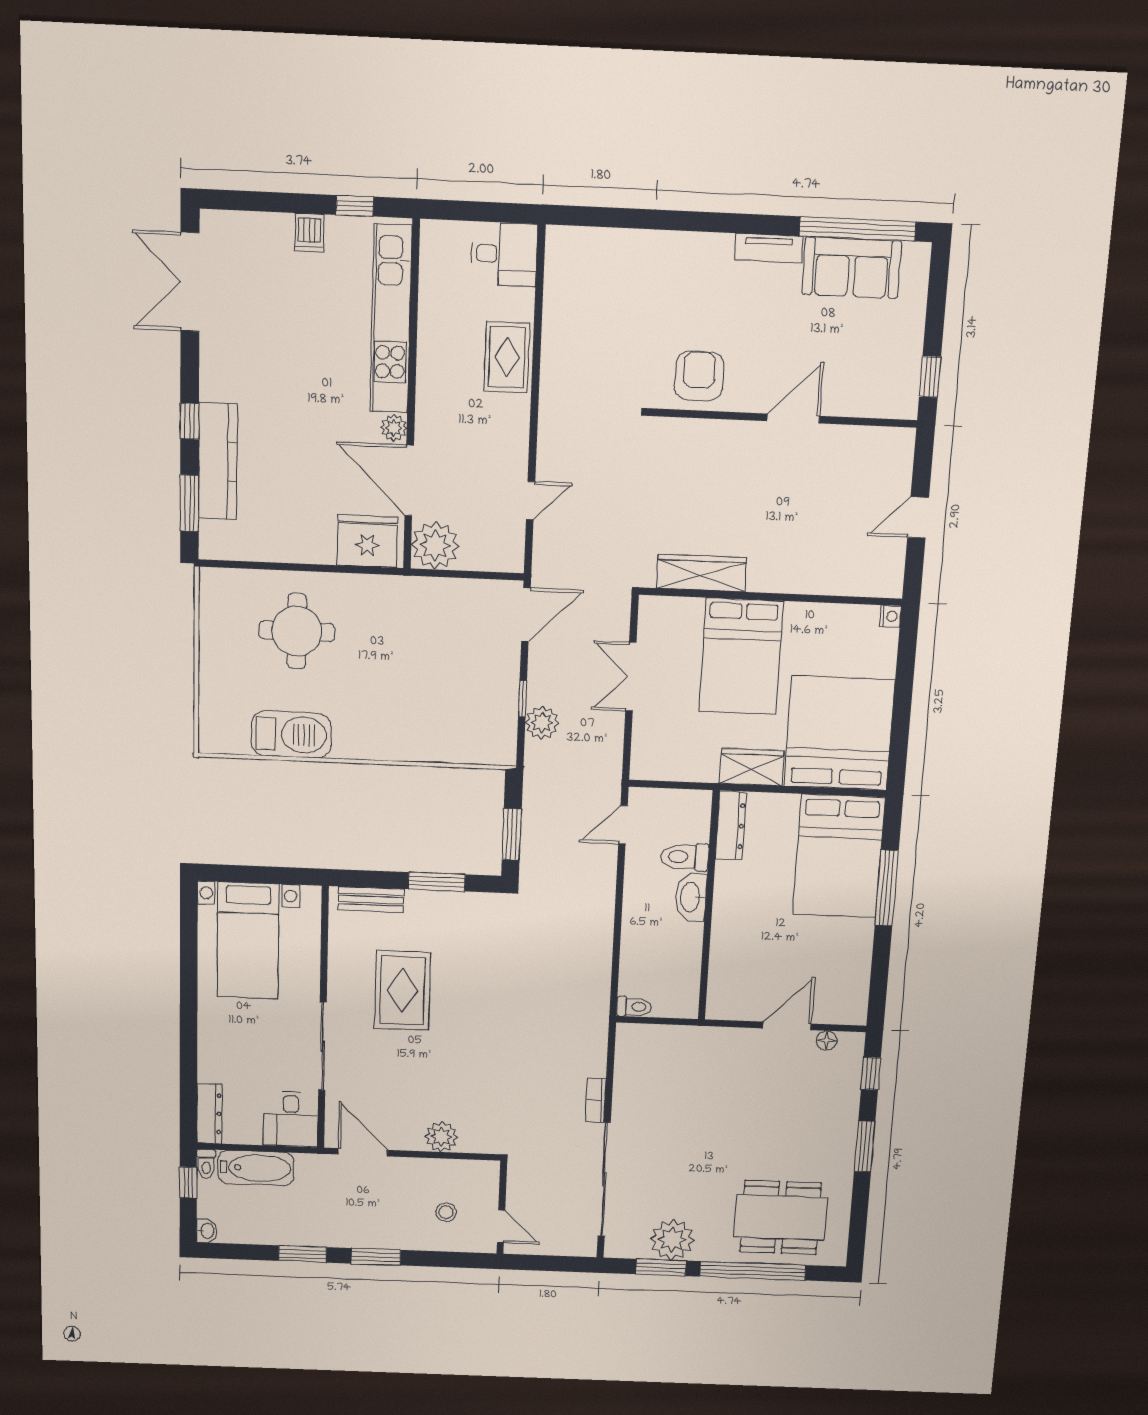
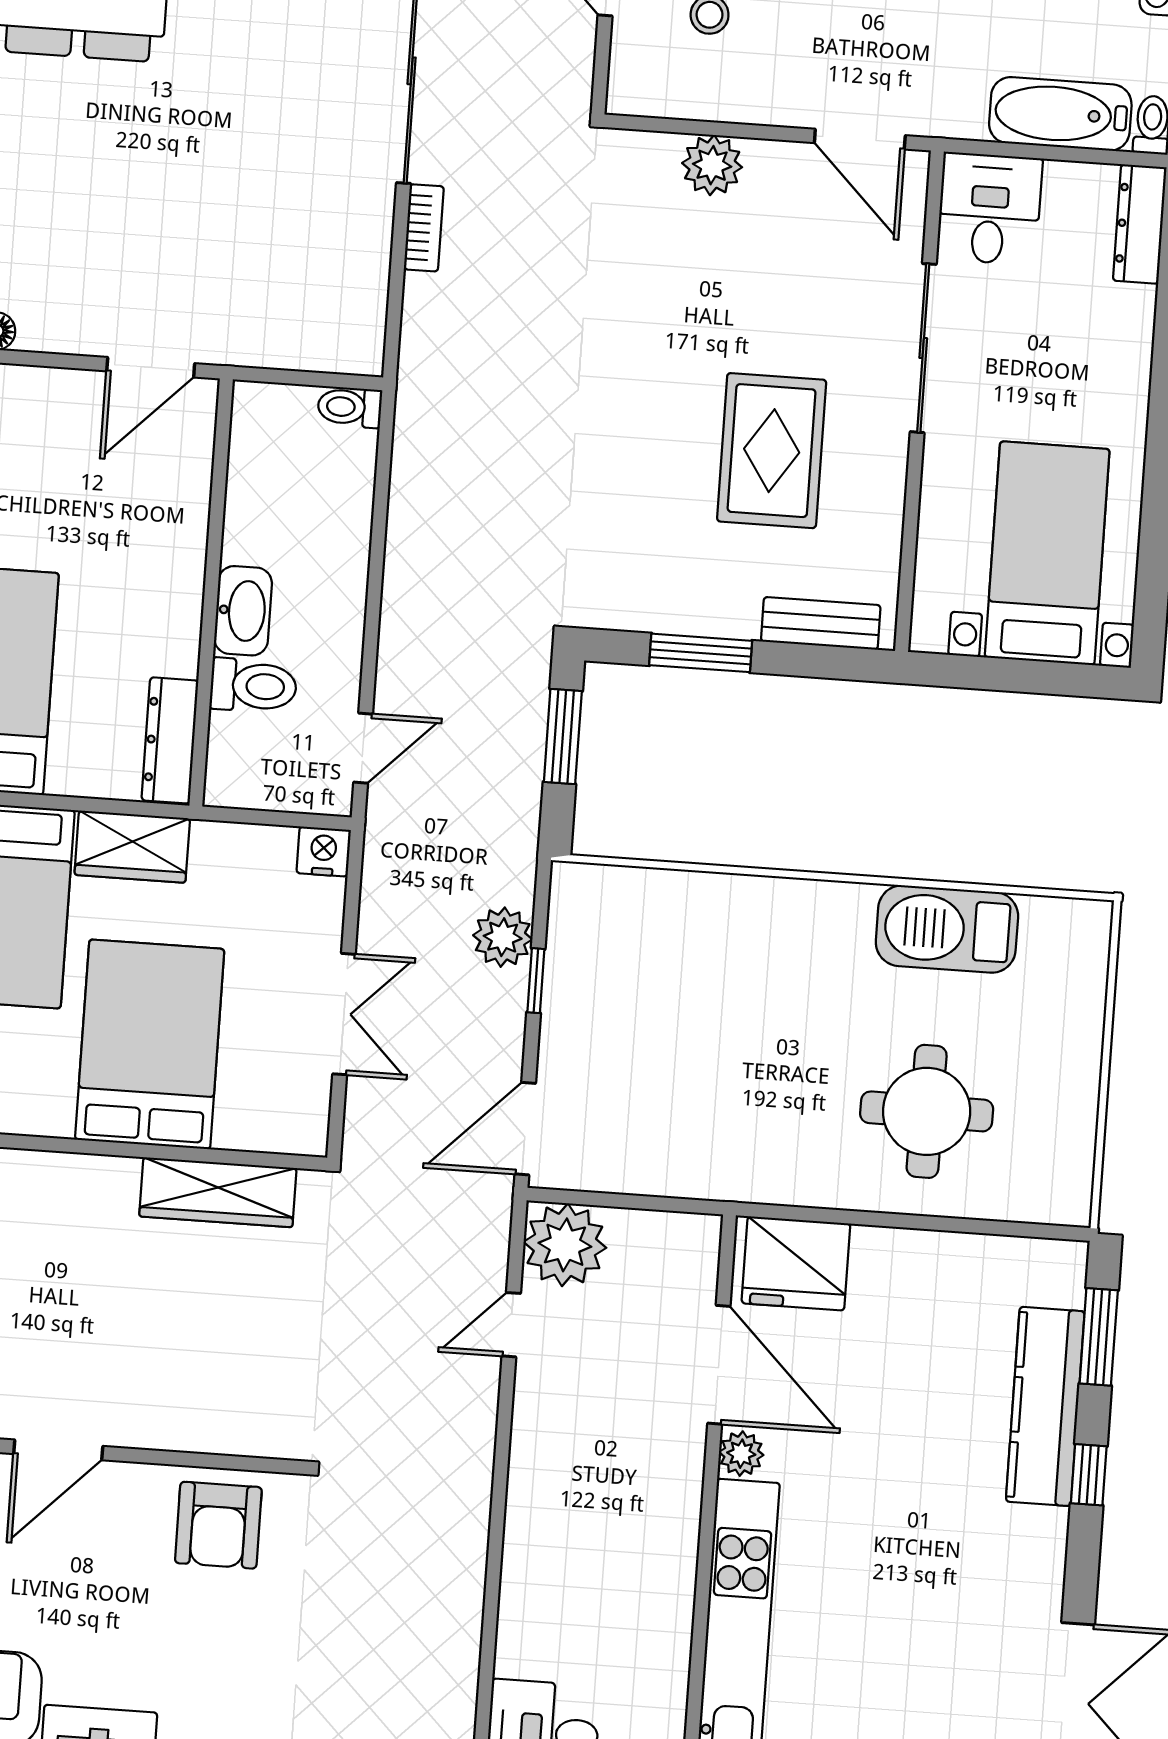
rug: (507, 357) -> (544, 1565), removed
plant: (435, 545) -> (565, 1245), moved
nightstand: (644, 767) -> (324, 852), added
door: (787, 1026) -> (151, 367), moved

